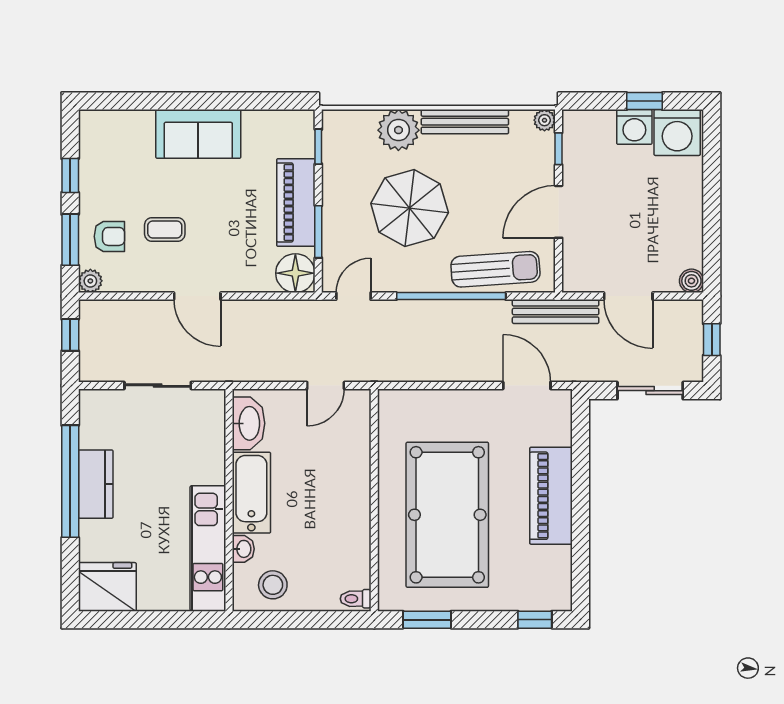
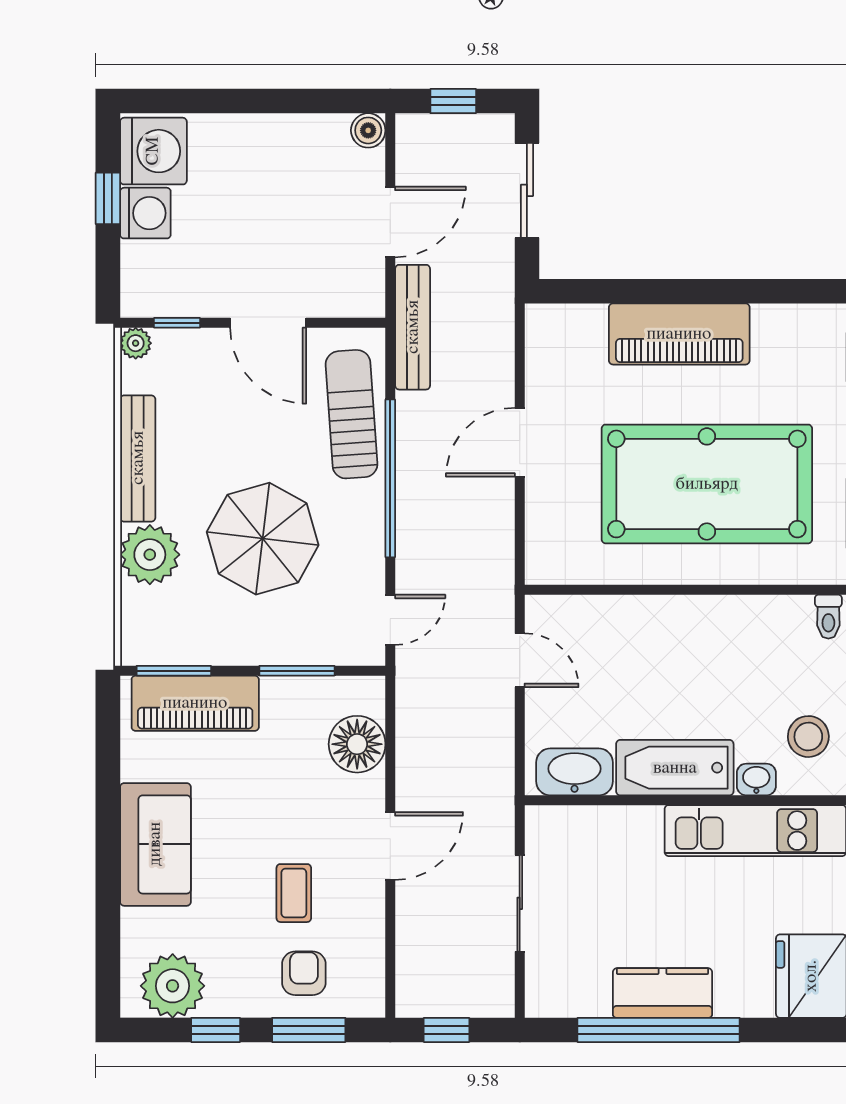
window: (318, 147) -> (174, 671), width x1.50
piano: (296, 202) -> (195, 703), moved
floor lamp: (295, 273) -> (357, 744), moved
plant: (90, 281) -> (173, 986), moved, width x1.87, depth x1.87
door: (353, 296) -> (390, 620), swing flipped
door: (527, 386) -> (520, 442), moved

